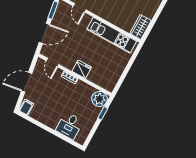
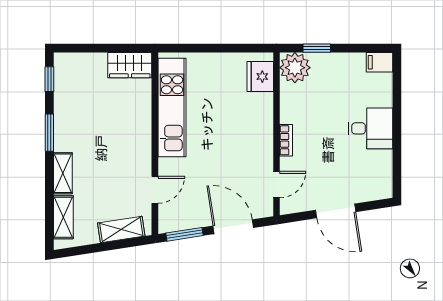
fridge: (82, 69) -> (260, 77), moved
filing cabinet: (26, 107) -> (380, 62), moved
desk: (69, 126) -> (371, 128), moved

